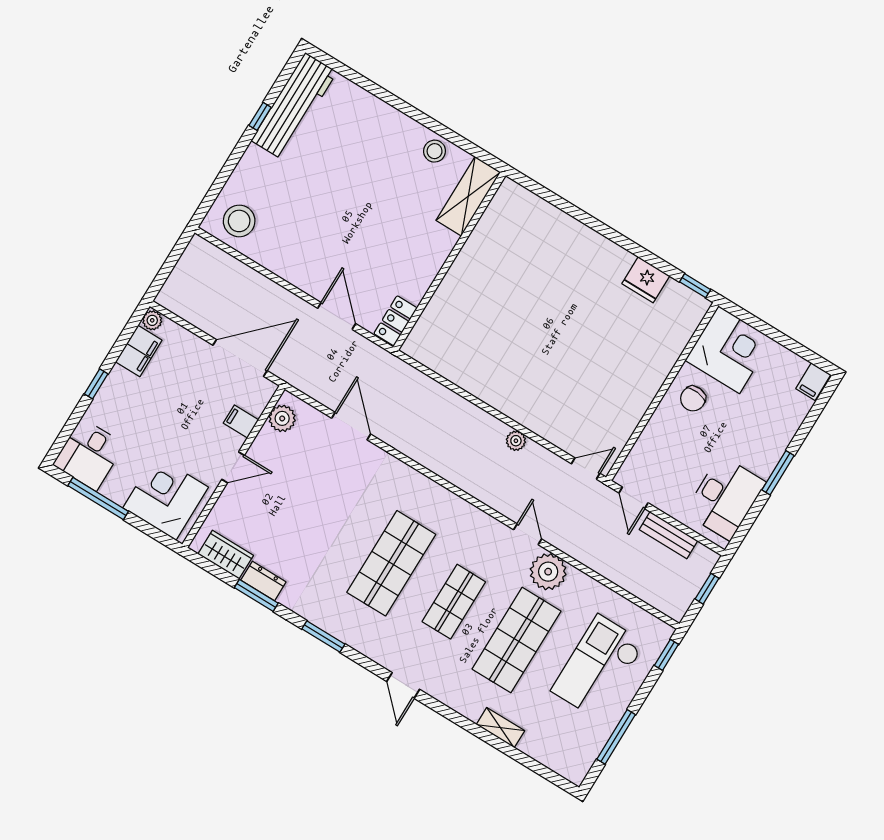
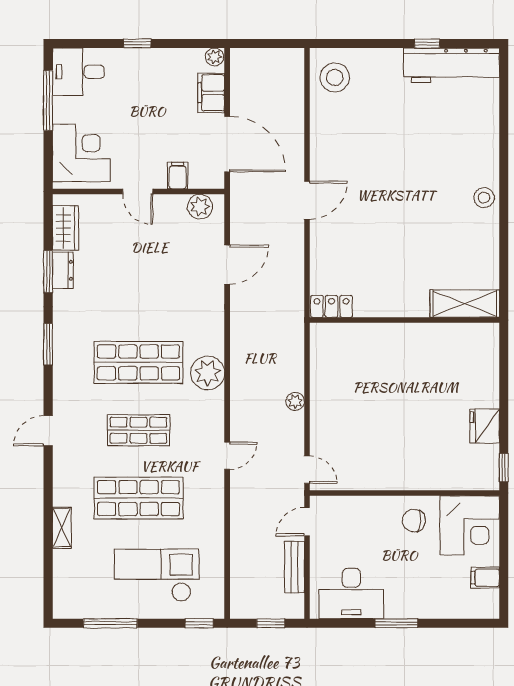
shelving: (468, 196) -> (465, 304), moved
wall: (449, 261) -> (404, 320), moved
locker: (395, 321) -> (331, 306), moved
filing cabinet: (139, 351) -> (211, 93), moved, turned 90
filing cabinet: (813, 382) -> (485, 578), moved
plant: (548, 572) -> (208, 373), moved

